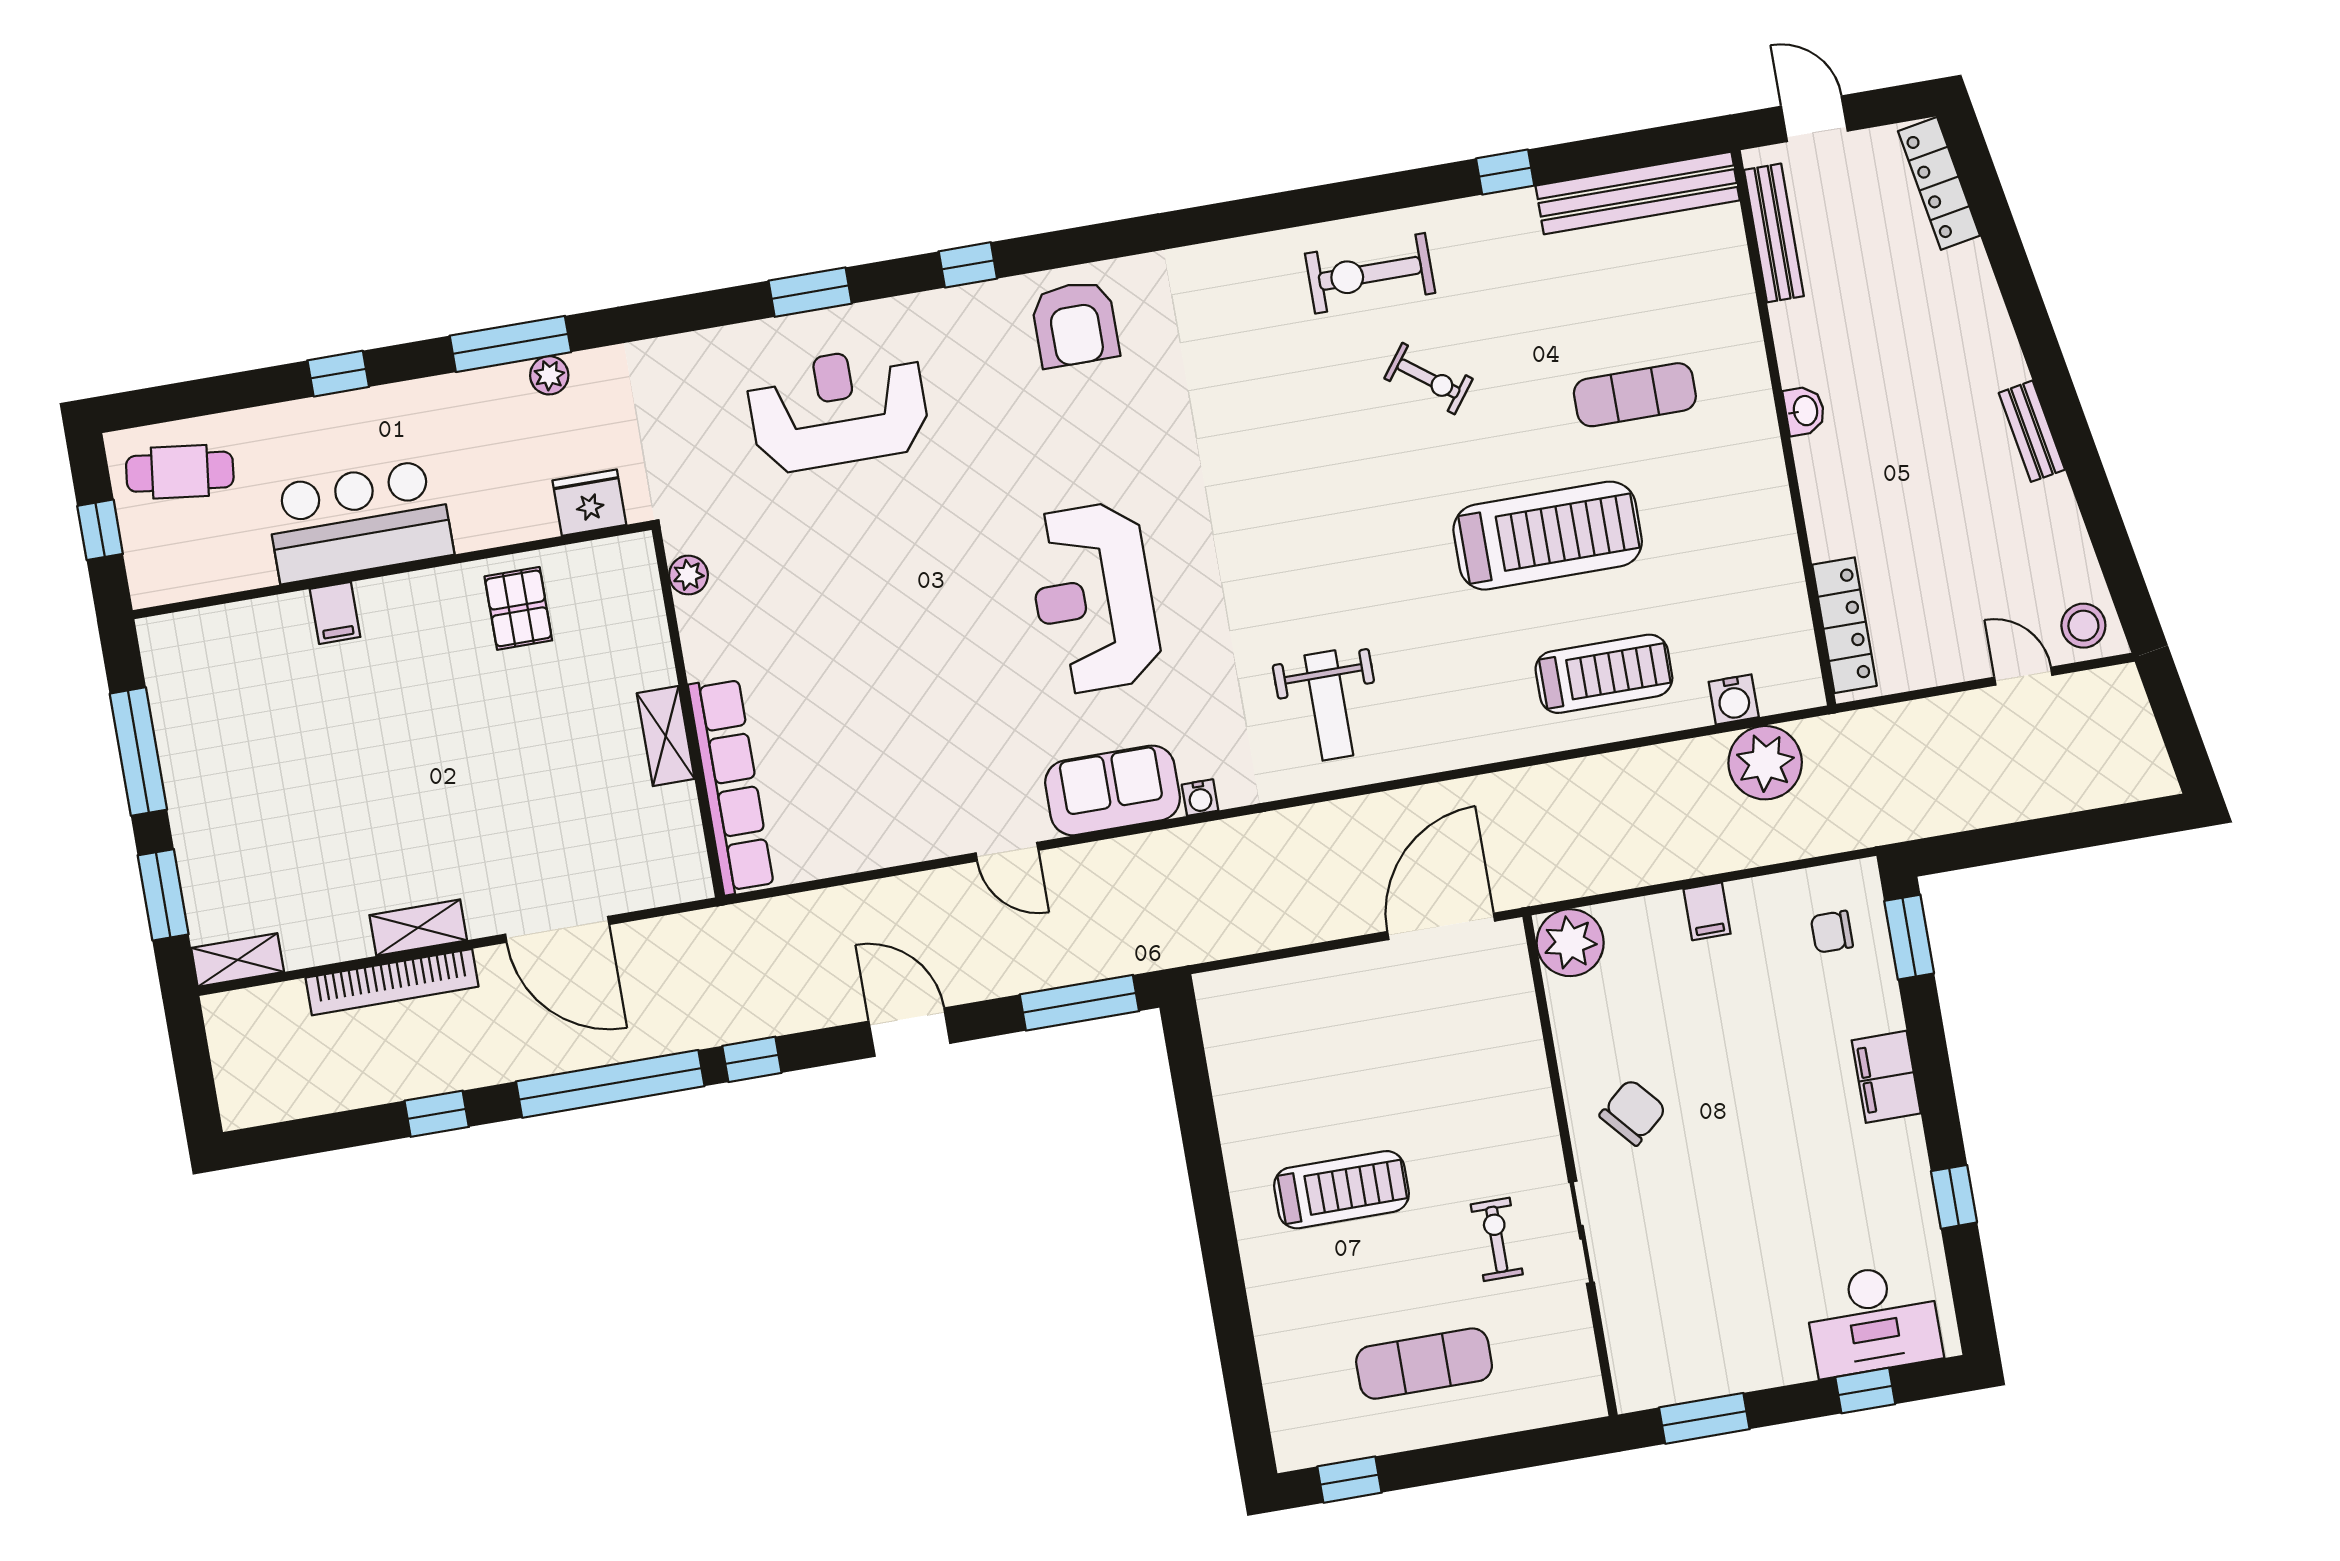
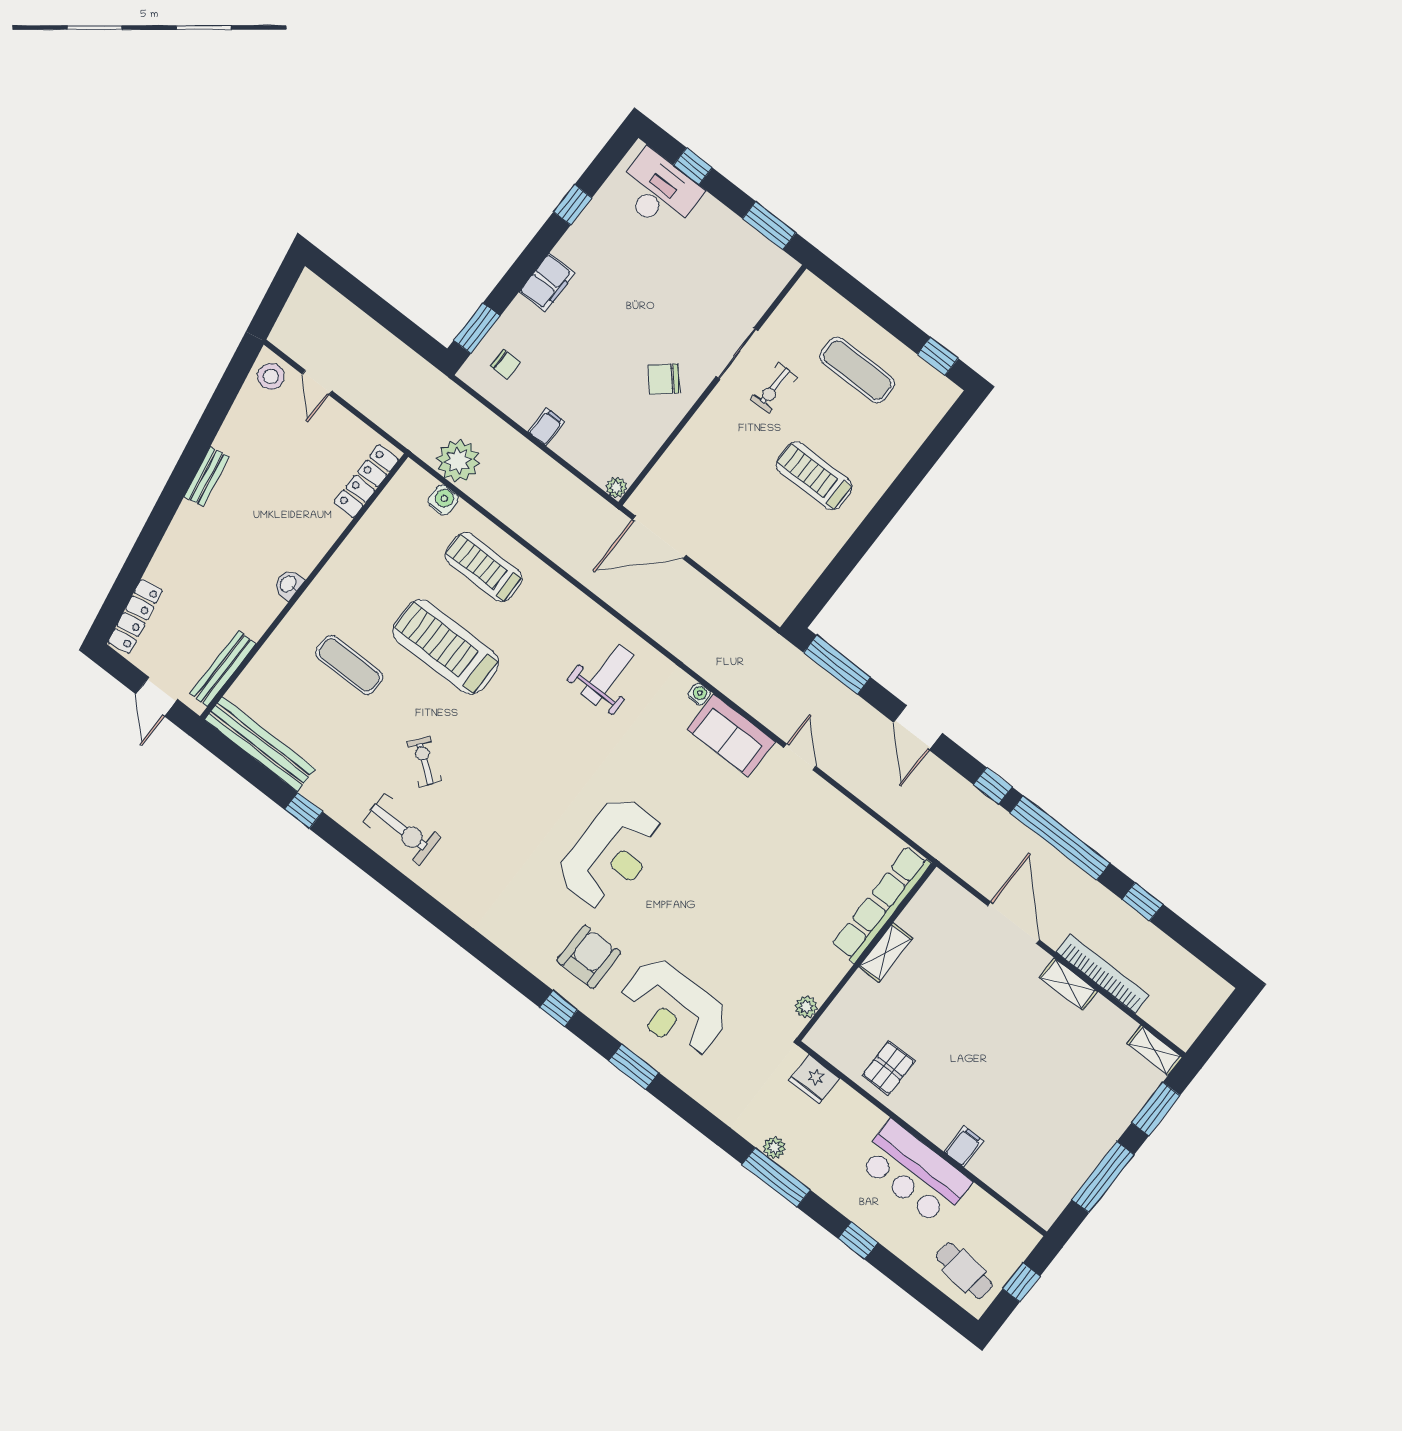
armchair: (1075, 324) -> (589, 957), moved
reception desk: (1094, 598) -> (611, 854), moved
plant: (1570, 943) -> (616, 487), width x0.53, depth x0.53

